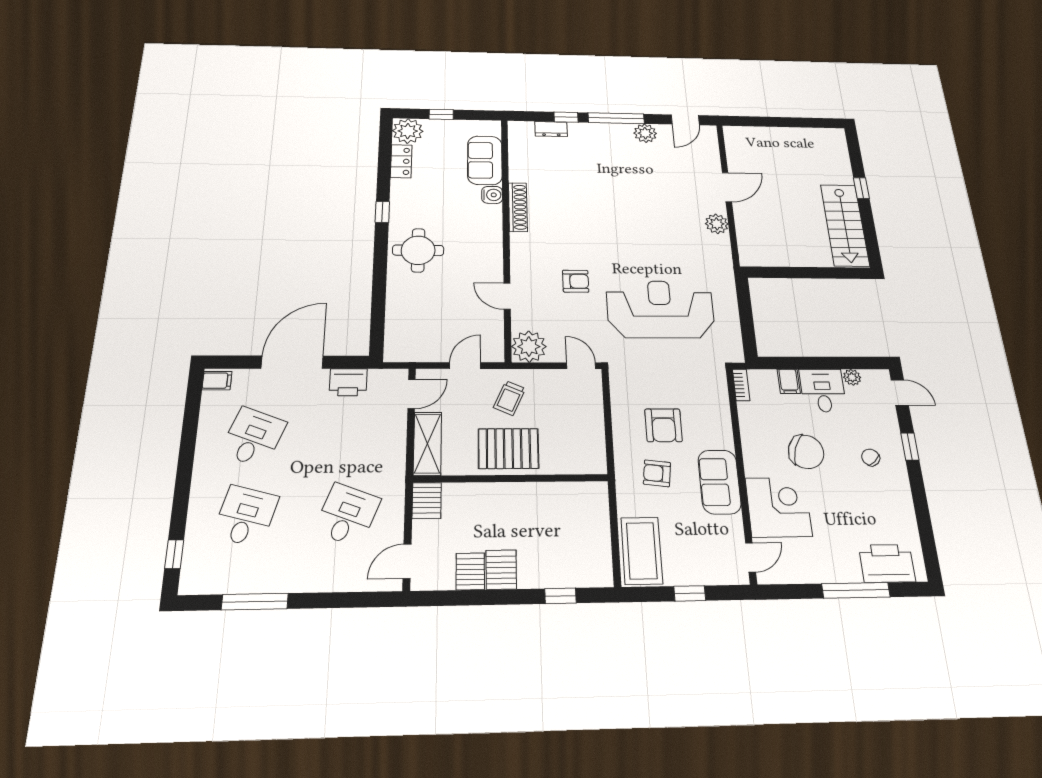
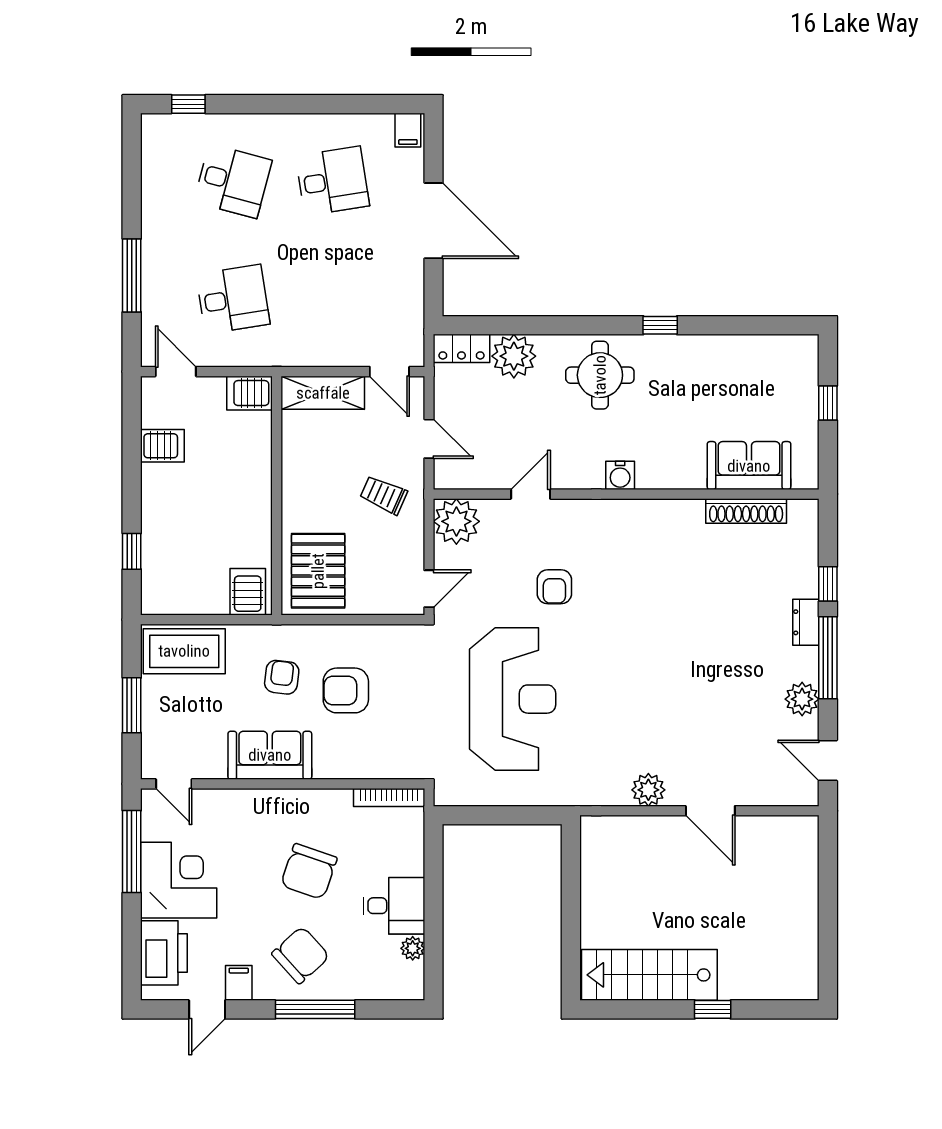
dresser: (551, 129) -> (806, 622), moved
plant: (408, 131) -> (514, 356), moved
locker: (401, 161) -> (461, 348), moved
water cooler: (492, 195) -> (620, 475), moved
shoe rack: (518, 207) -> (746, 511), moved
filing cabinet: (789, 381) -> (239, 983), moved, turned 90
printer: (348, 382) -> (406, 292), removed
bookcase: (741, 385) -> (389, 797), width x1.56
door: (900, 392) -> (207, 1009), moved
desk: (253, 437) -> (332, 181), turned -30
window: (910, 446) -> (315, 1009), width x2.17
pallet: (508, 449) -> (318, 571), moved
chair: (871, 457) -> (301, 955), width x1.87, depth x1.87
corner desk: (778, 507) -> (179, 880), moved, turned -90
desk: (347, 515) -> (233, 299), turned -30
server rack: (501, 570) -> (248, 592), moved, turned -90
window: (856, 590) -> (132, 852), moved
window: (690, 593) -> (132, 705), width x1.50
window: (255, 602) -> (132, 275), moved

